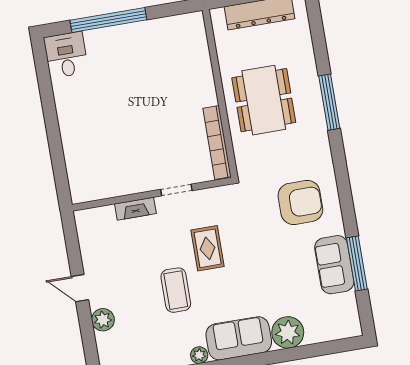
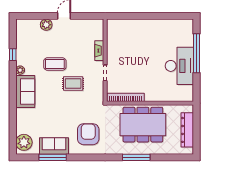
desk: (66, 55) -> (179, 66), moved, width x1.87, depth x1.30
dining table: (264, 100) -> (143, 125), width x1.36, depth x1.24
armchair: (300, 202) -> (88, 134), turned 180
plant: (288, 332) -> (24, 142), moved

